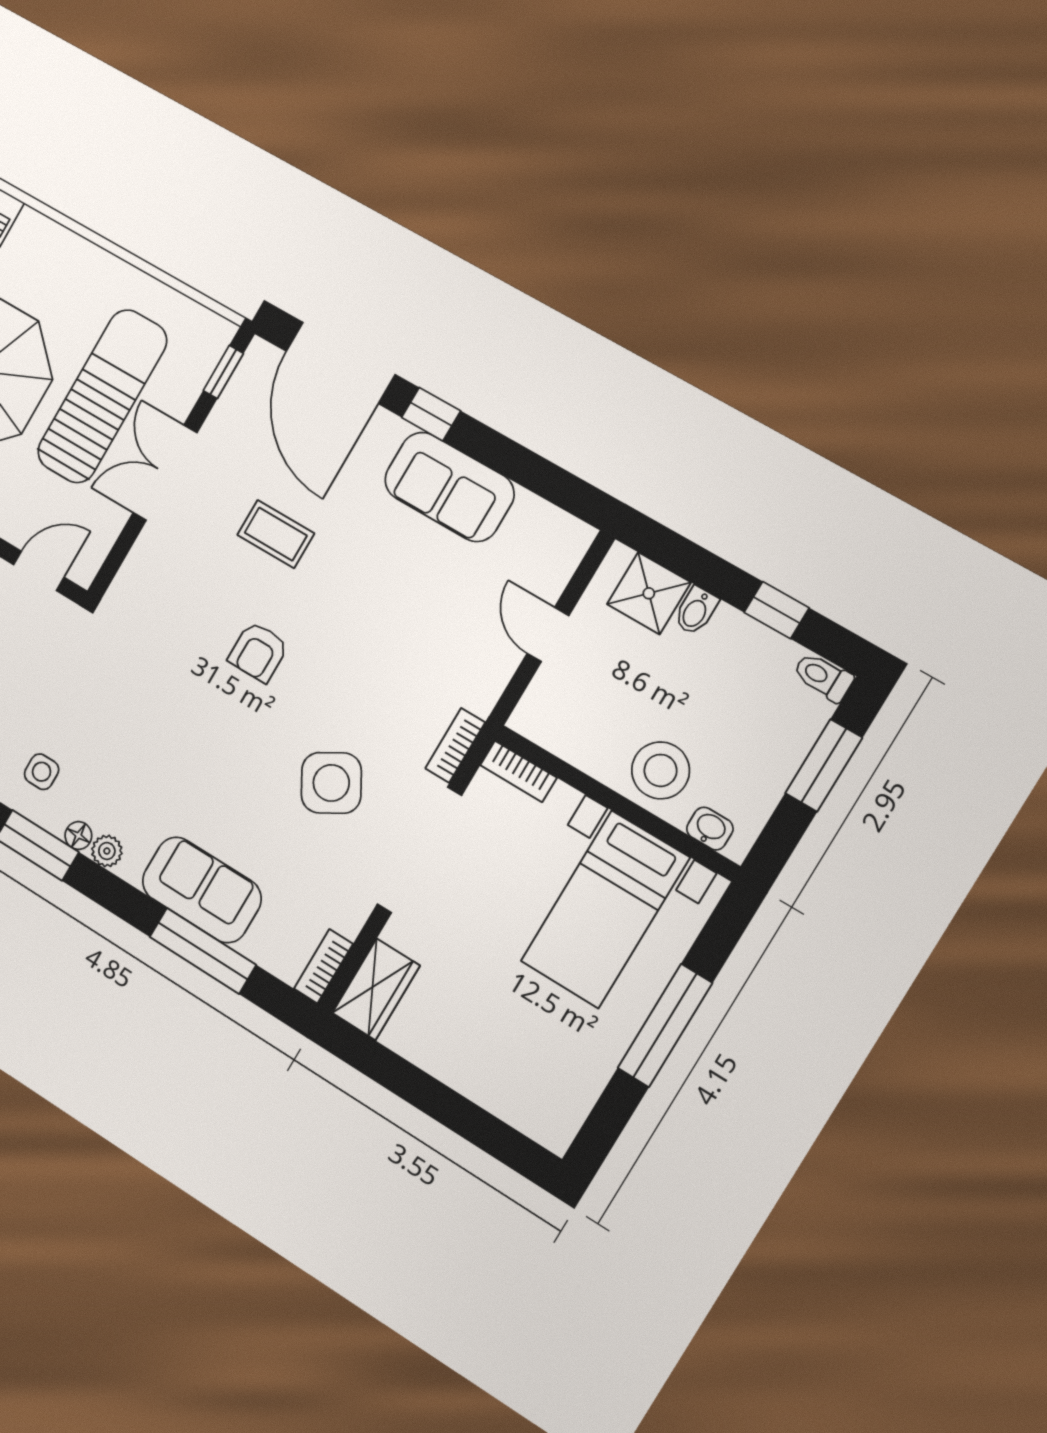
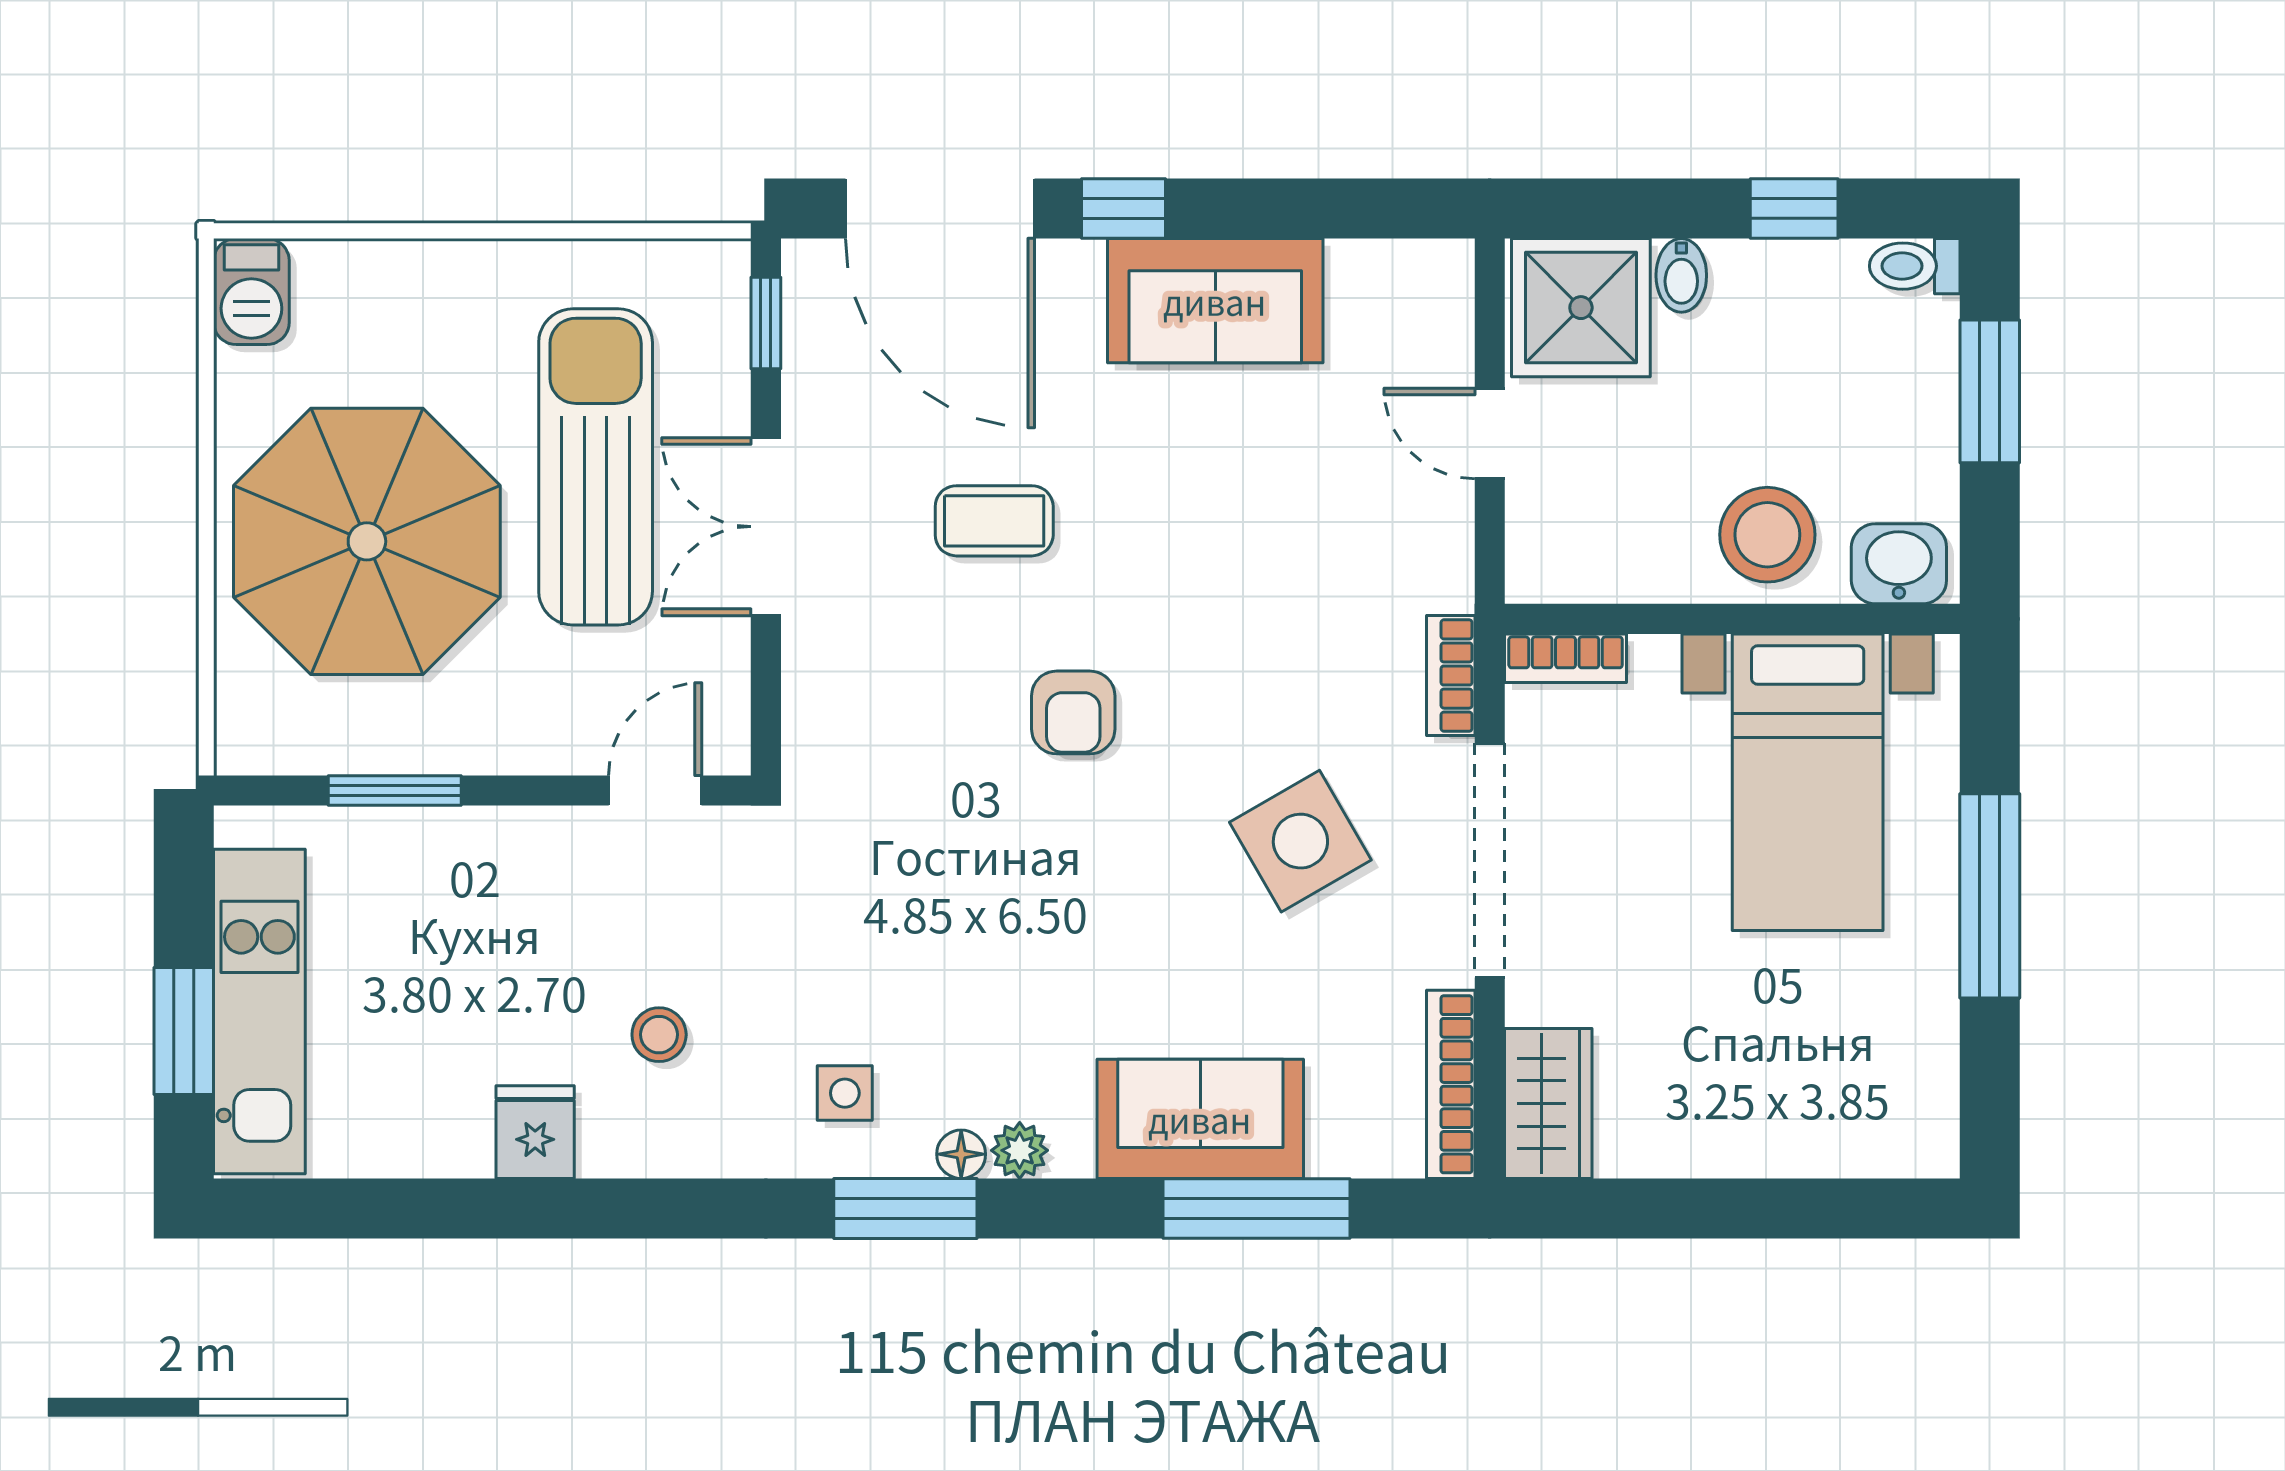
shower: (649, 593) -> (1581, 308), width x1.36, depth x1.36
washbasin: (710, 829) -> (1899, 564), width x1.38, depth x1.45
bookcase: (323, 966) -> (1451, 1084), width x1.56

